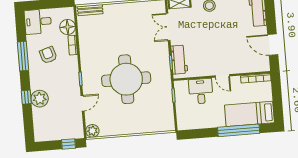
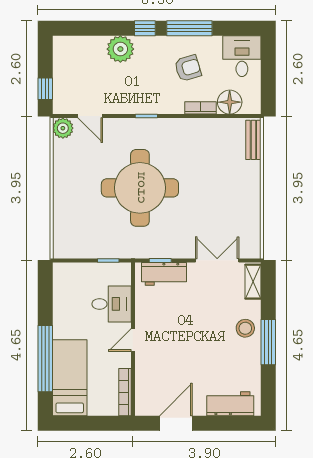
window: (26, 97) -> (145, 28), moved
door: (82, 103) -> (90, 116), moved

